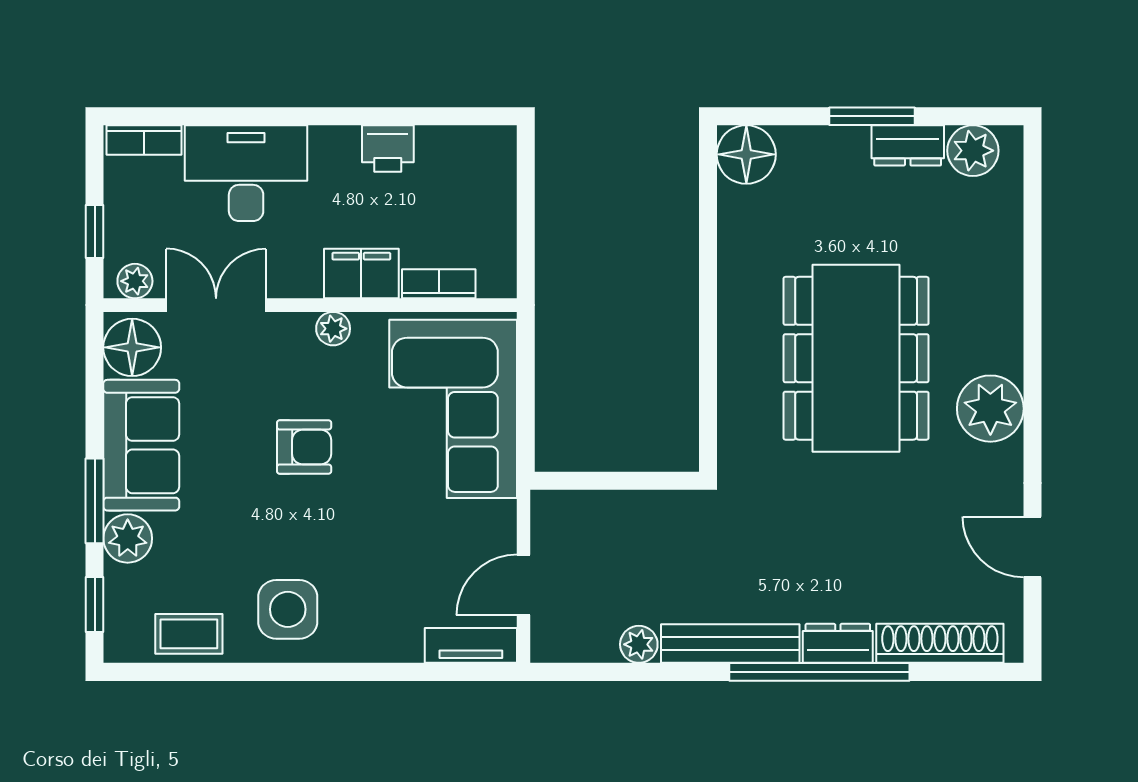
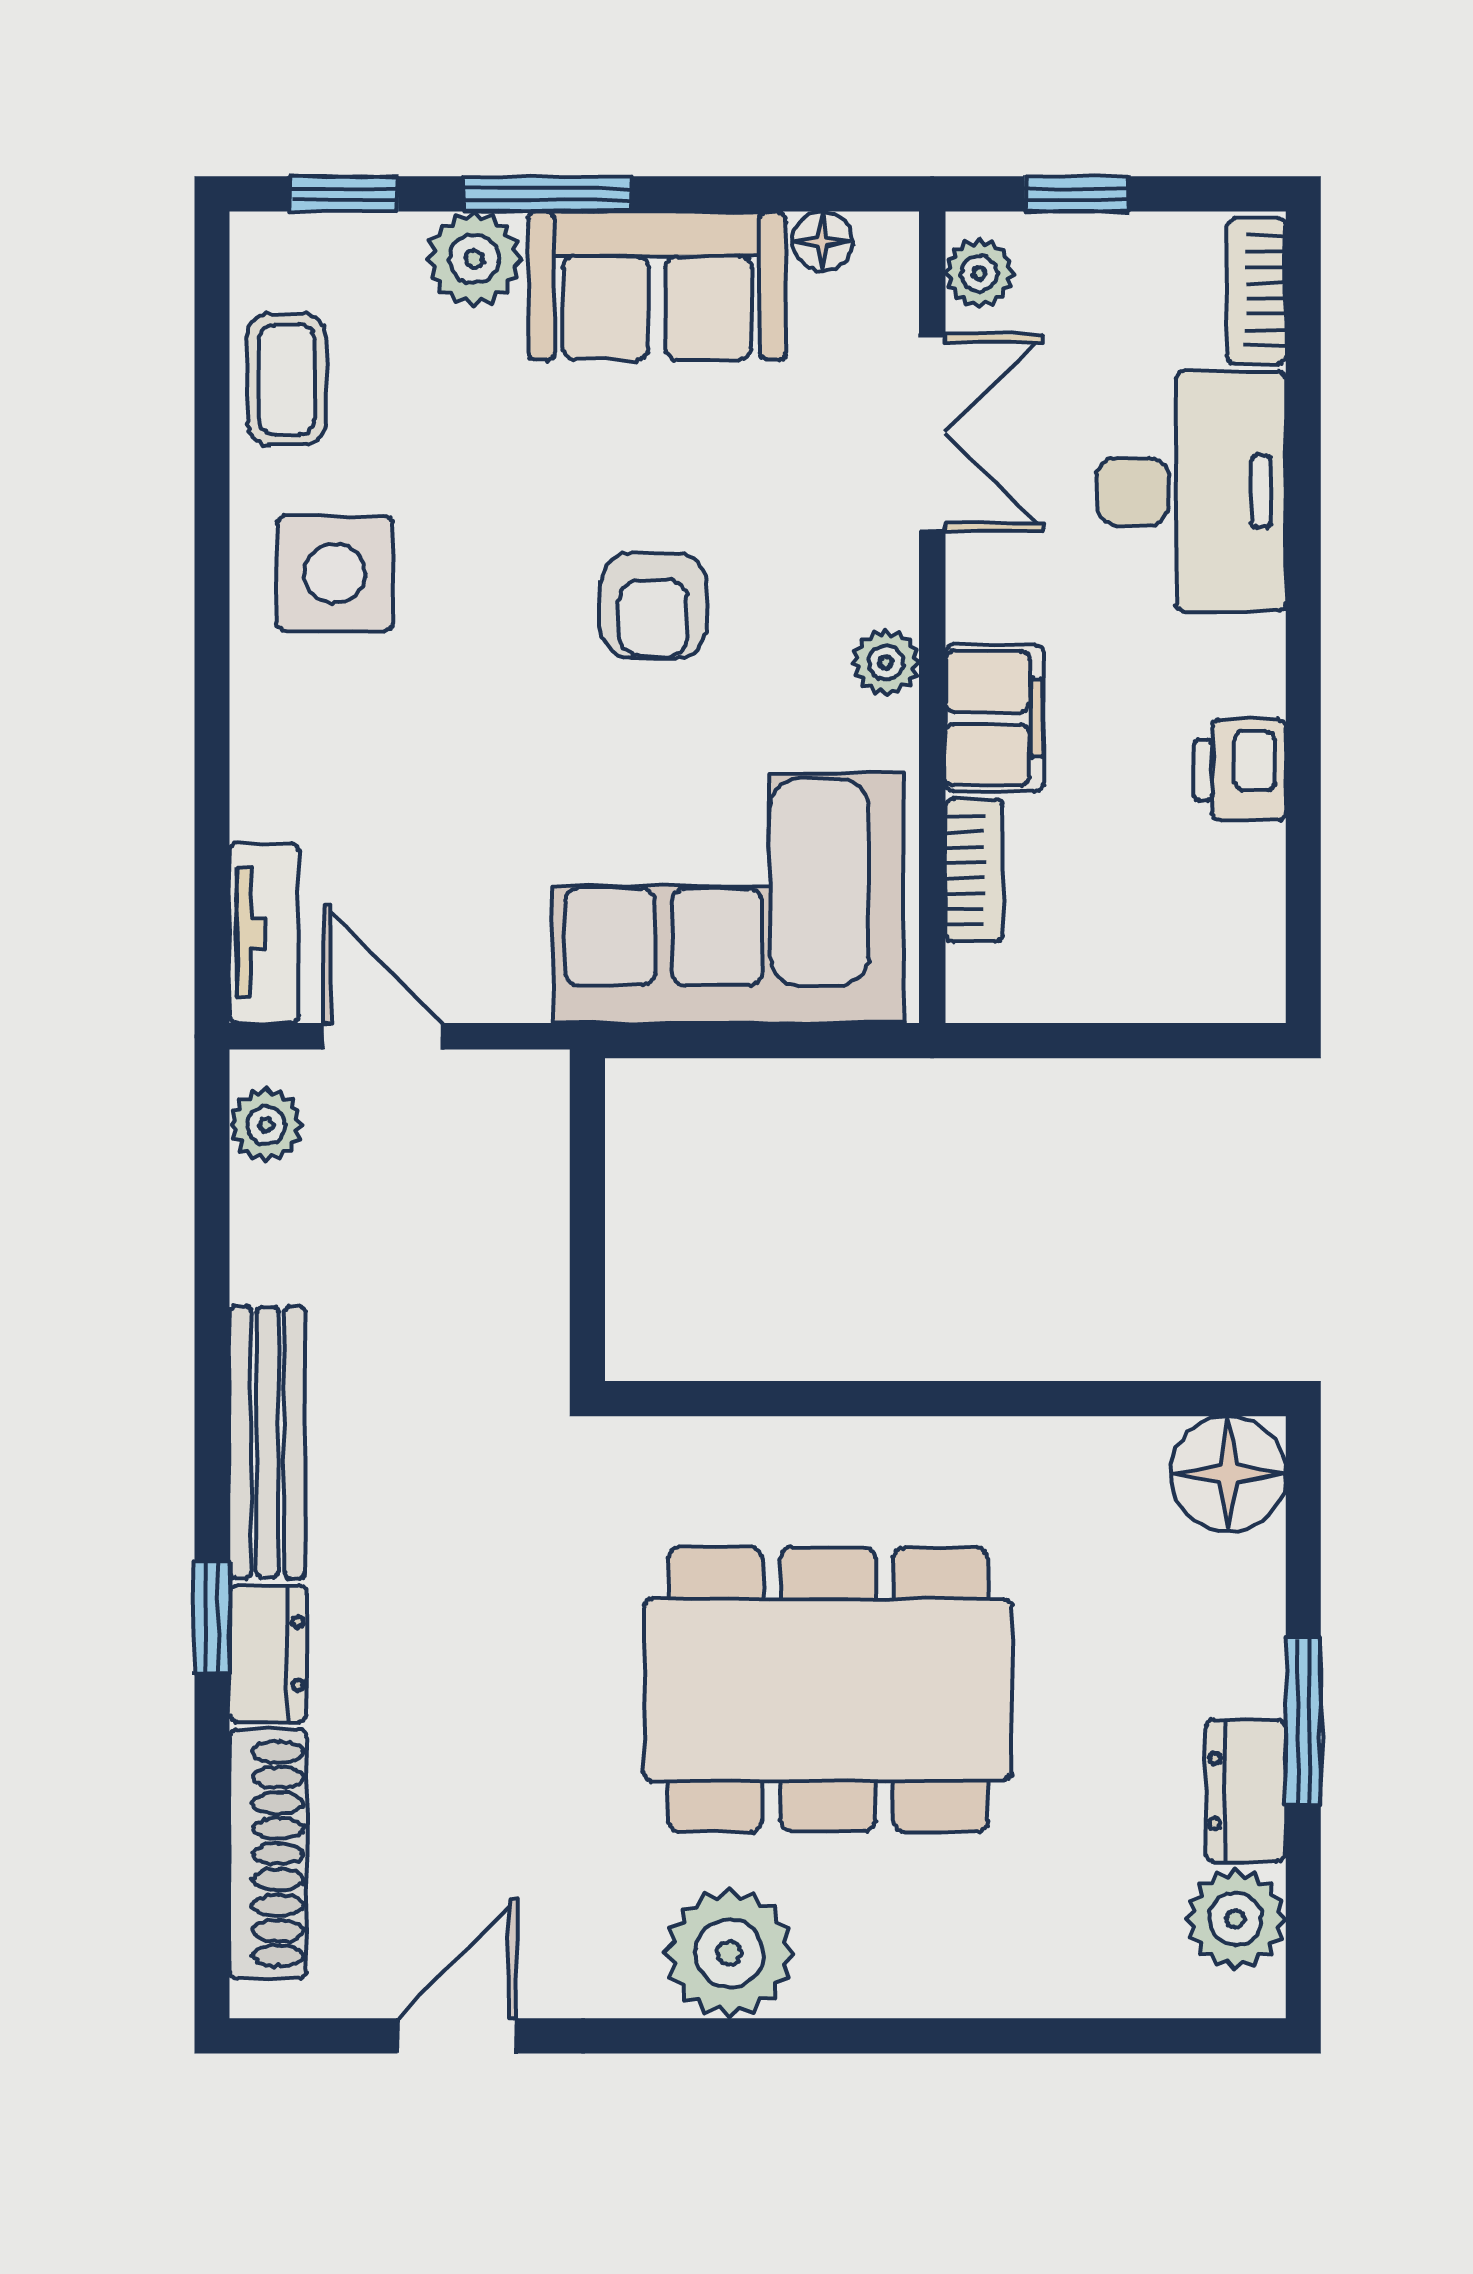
floor lamp: (132, 347) -> (823, 241), width x0.53, depth x0.53
plant: (639, 644) -> (266, 1125), moved
window: (819, 672) -> (212, 1617), width x0.32

